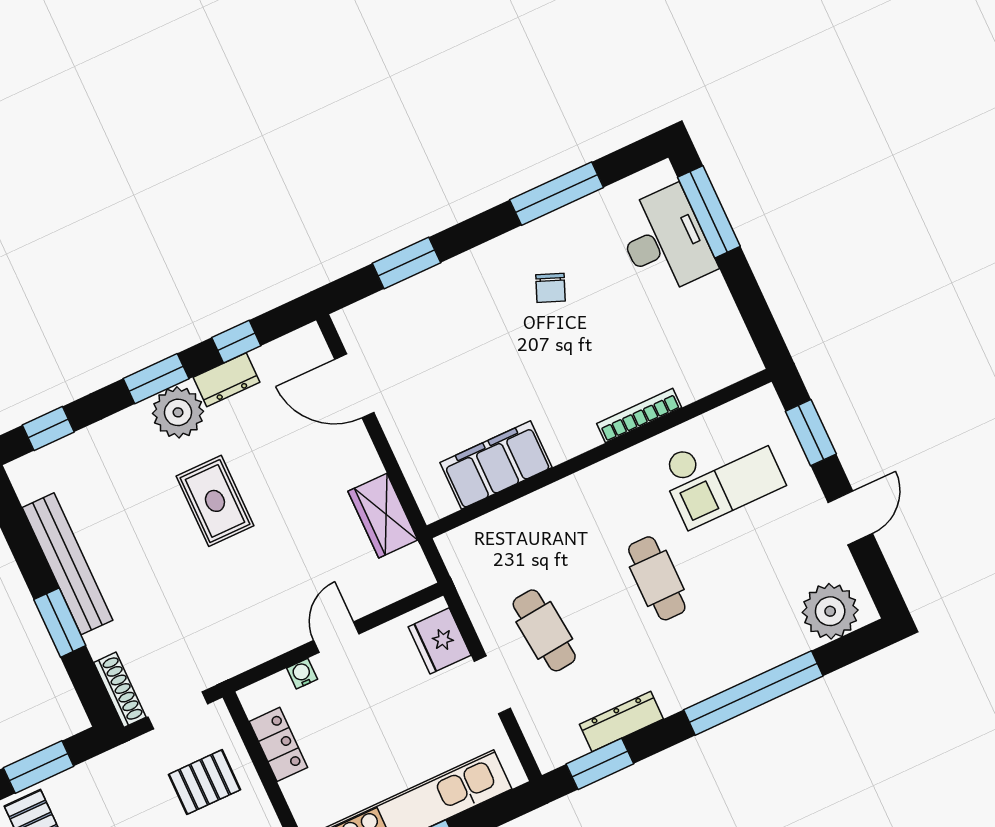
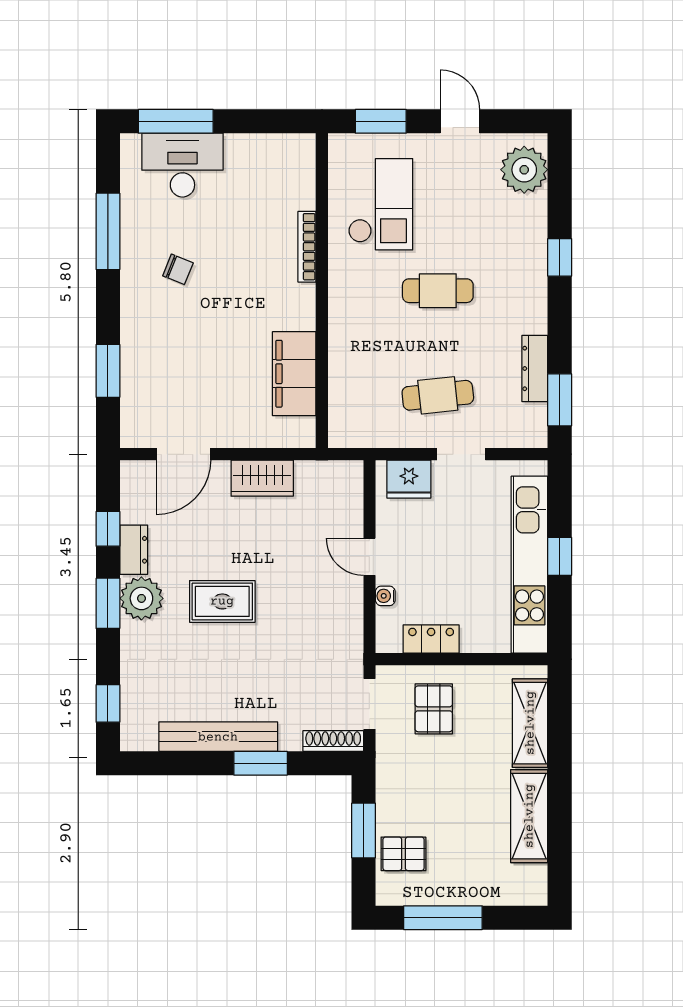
wardrobe: (383, 516) -> (262, 478), moved
window: (753, 693) -> (560, 257), width x0.32

